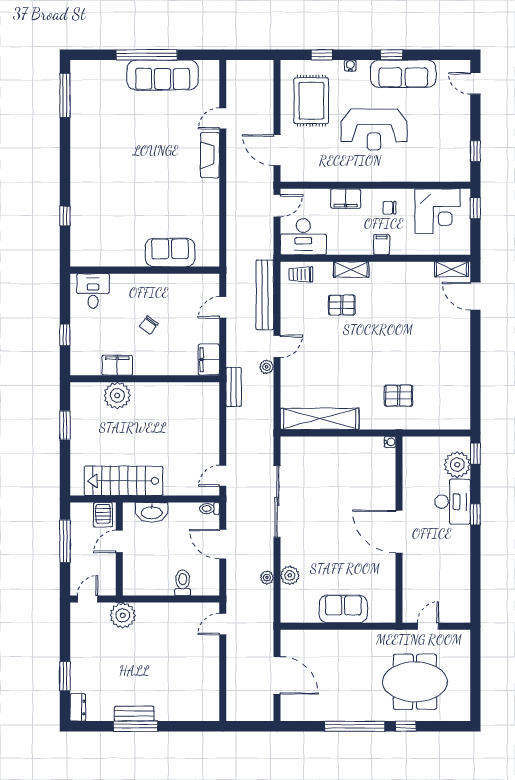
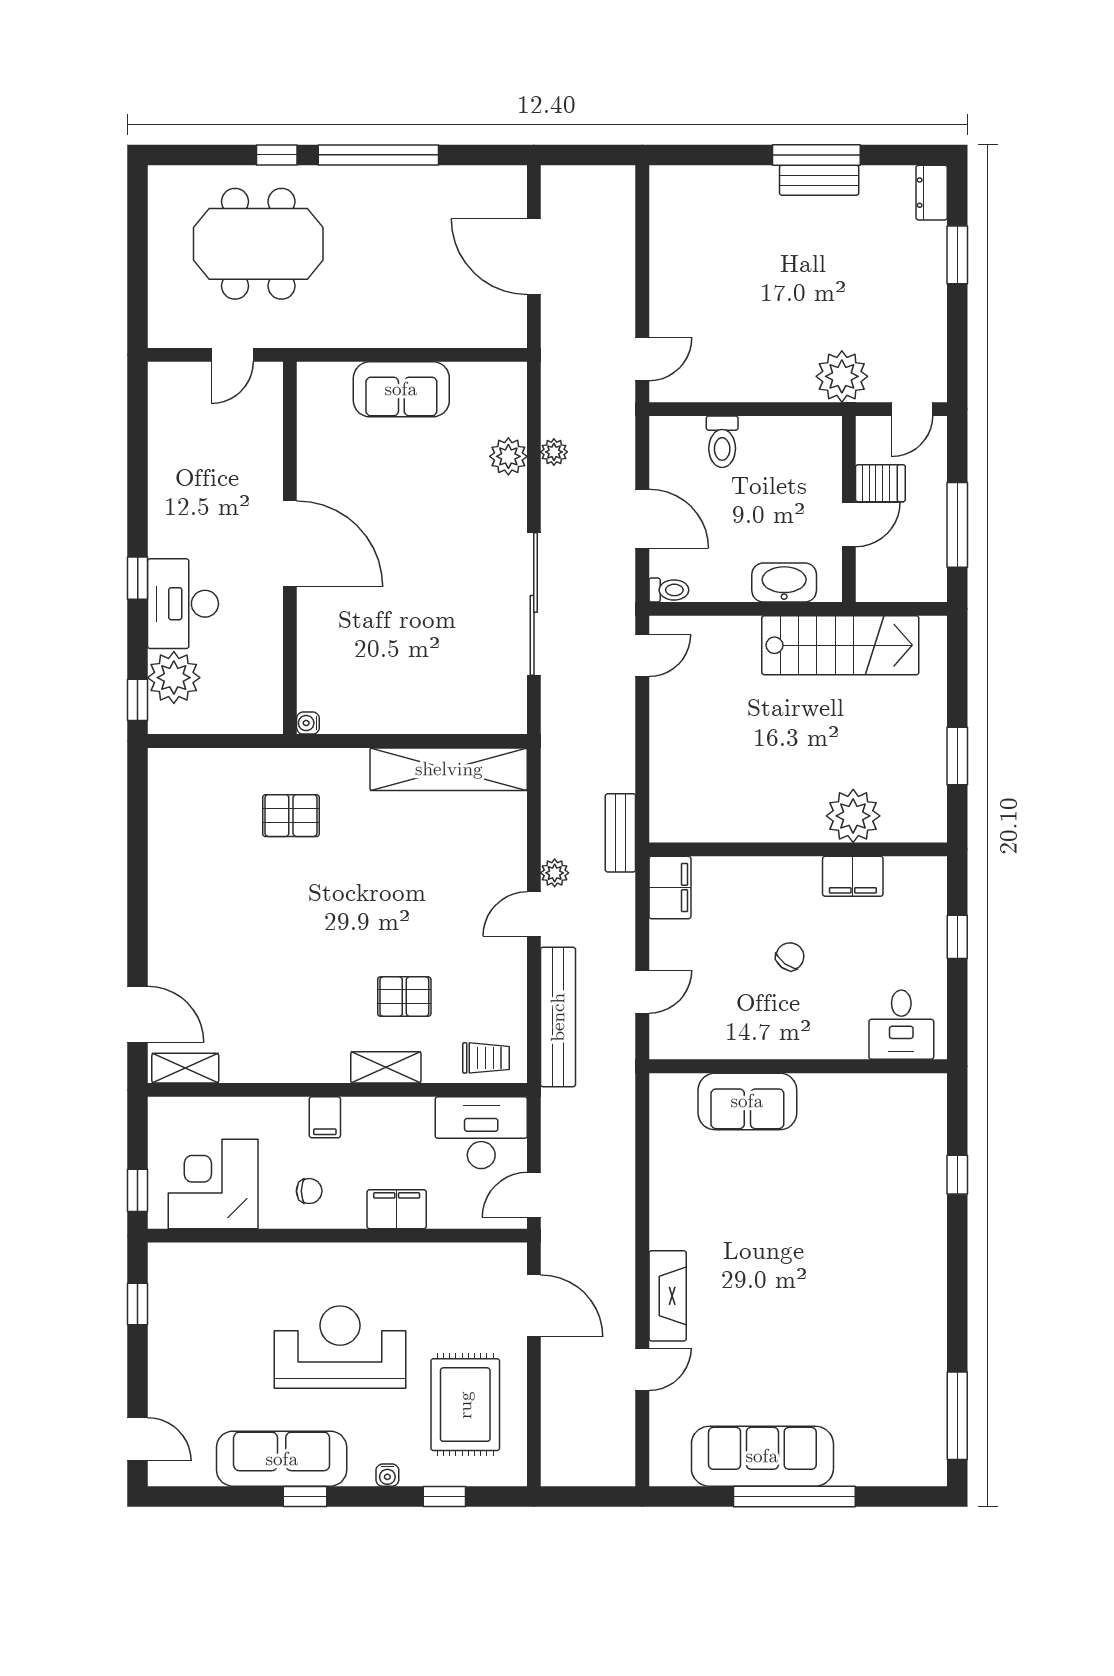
server rack: (103, 515) -> (880, 483), moved, turned 90

